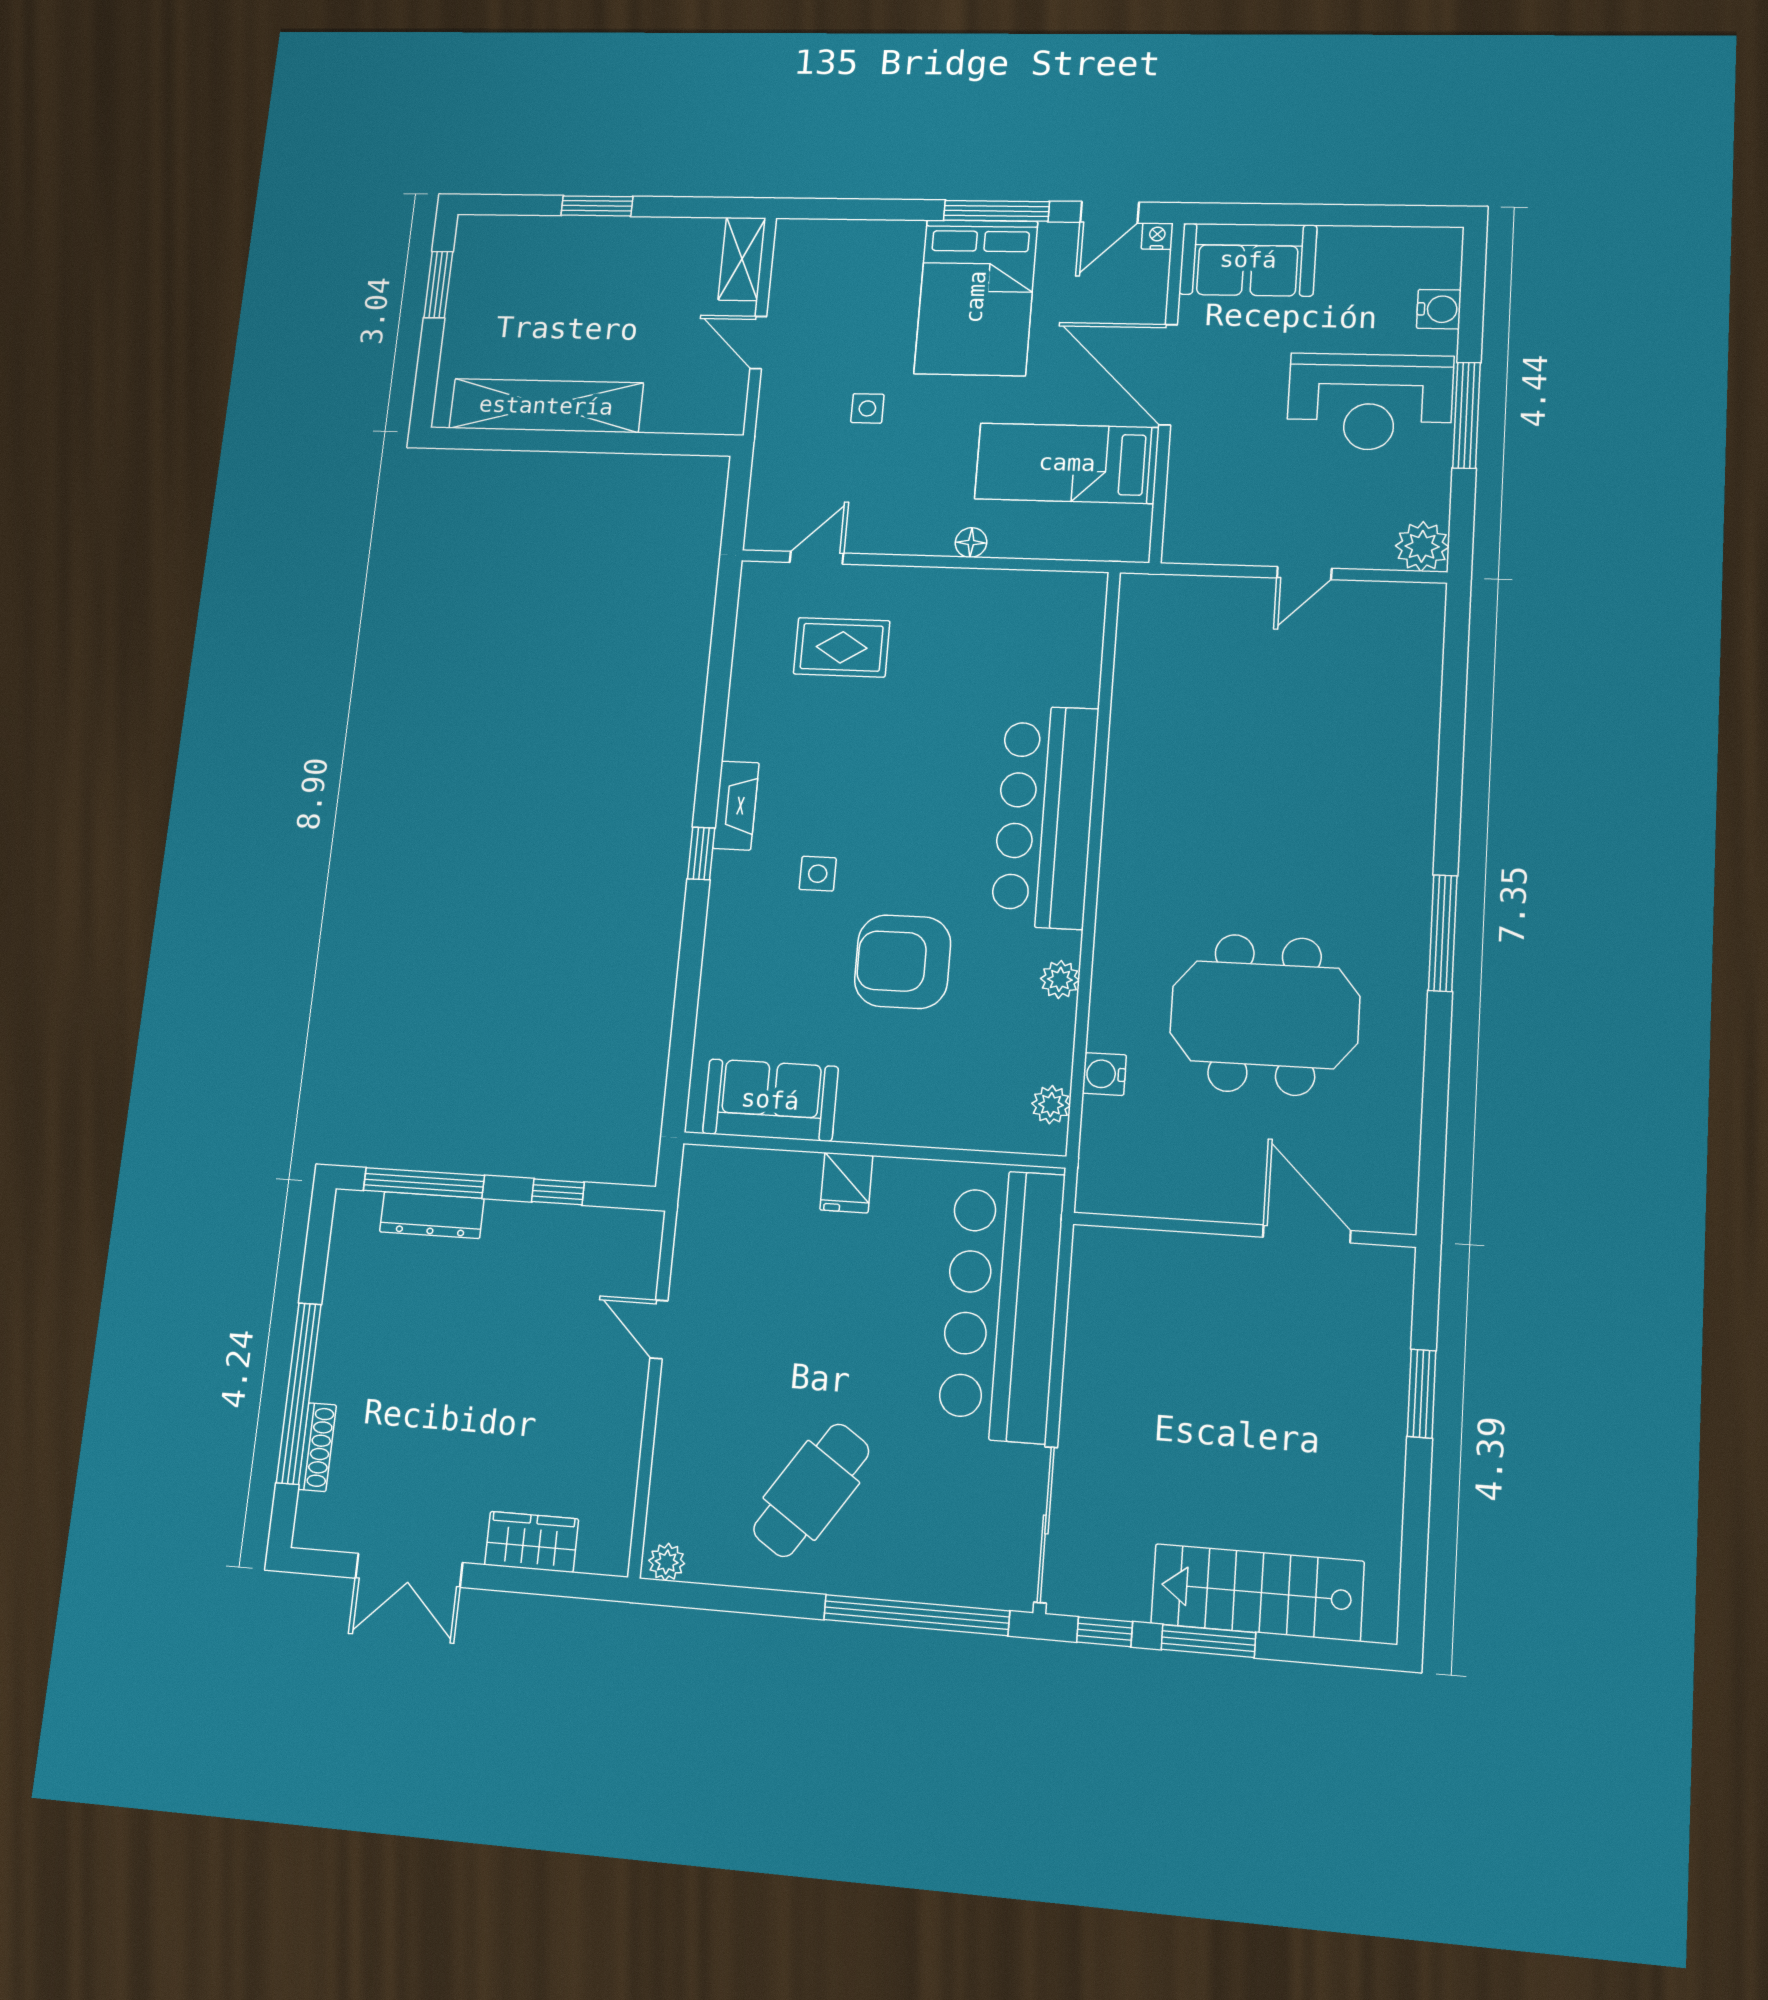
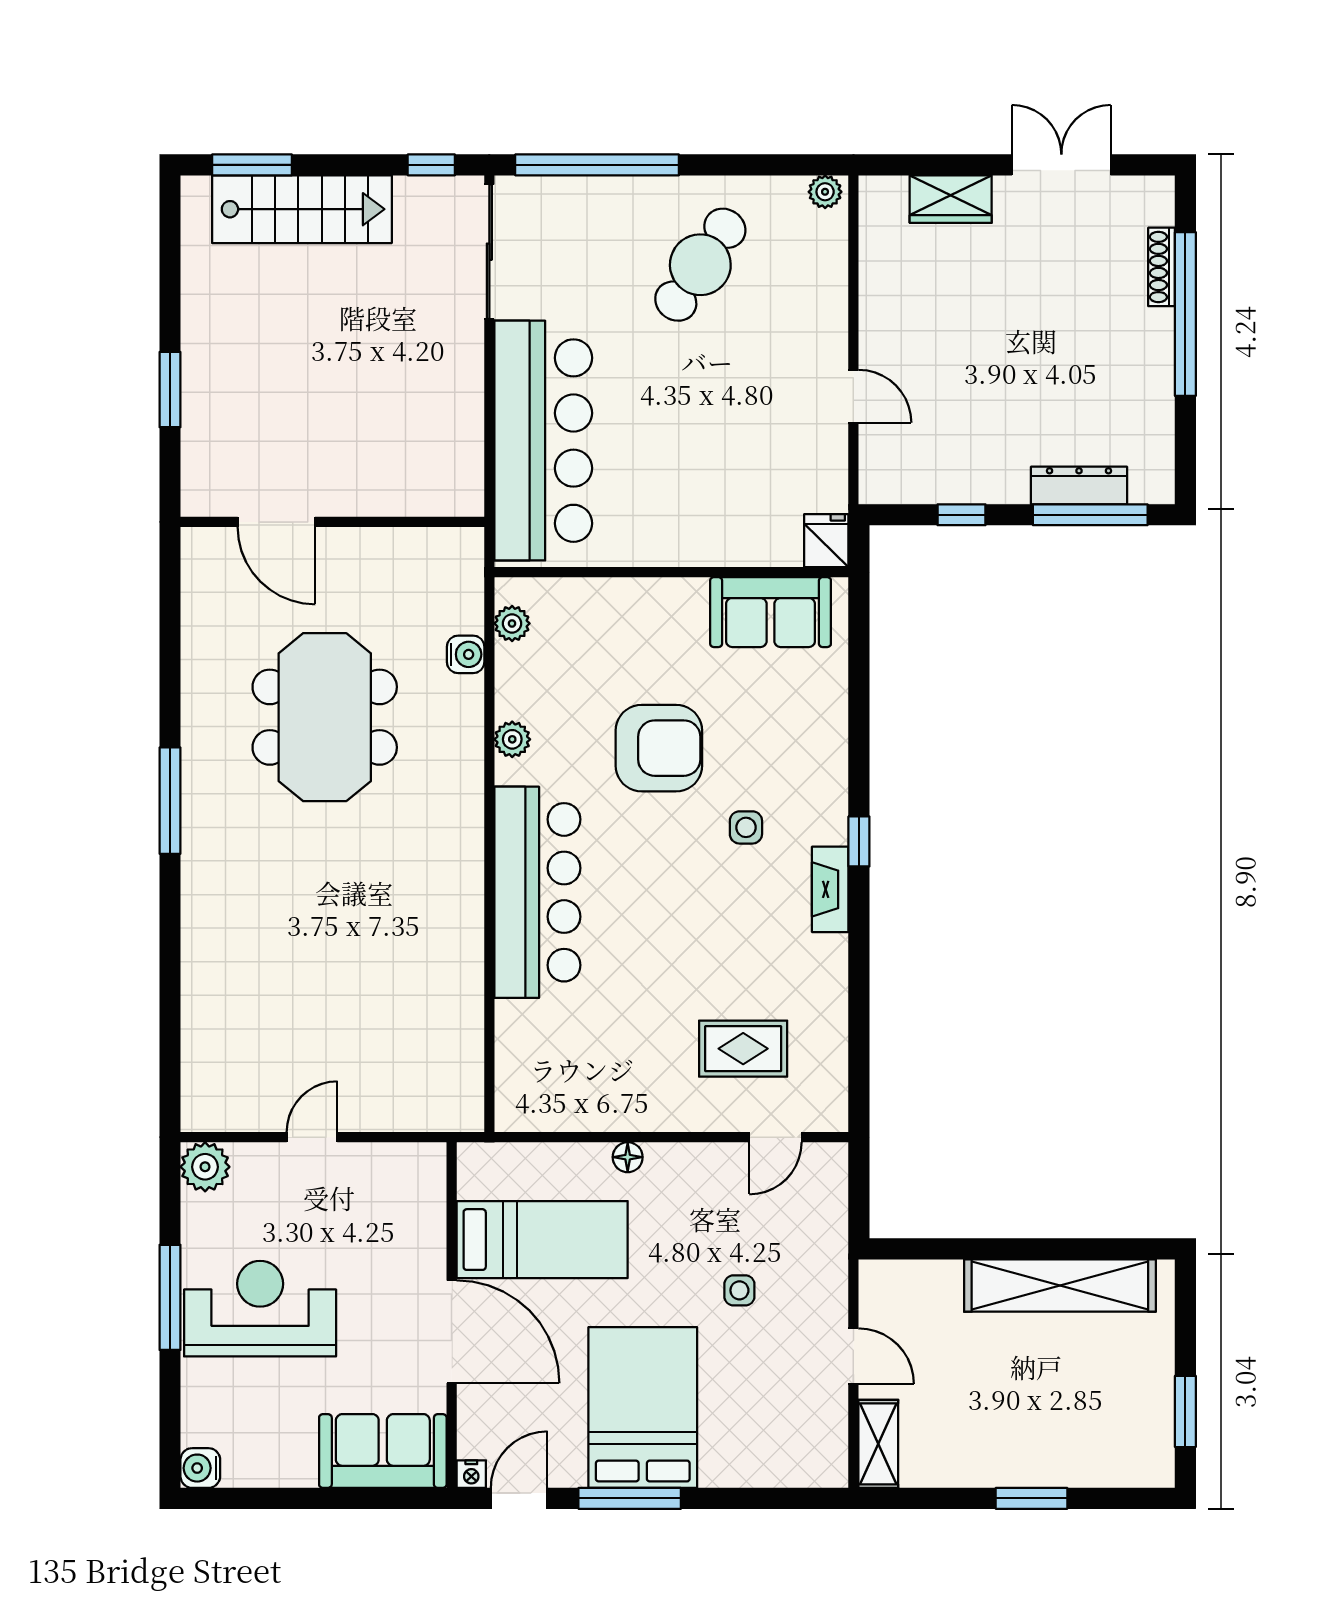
water cooler: (1439, 309) -> (200, 1468), moved
meeting table: (1265, 1015) -> (325, 717), turned 90
fridge: (846, 1183) -> (826, 541), moved
window: (1208, 1641) -> (252, 165), moved

